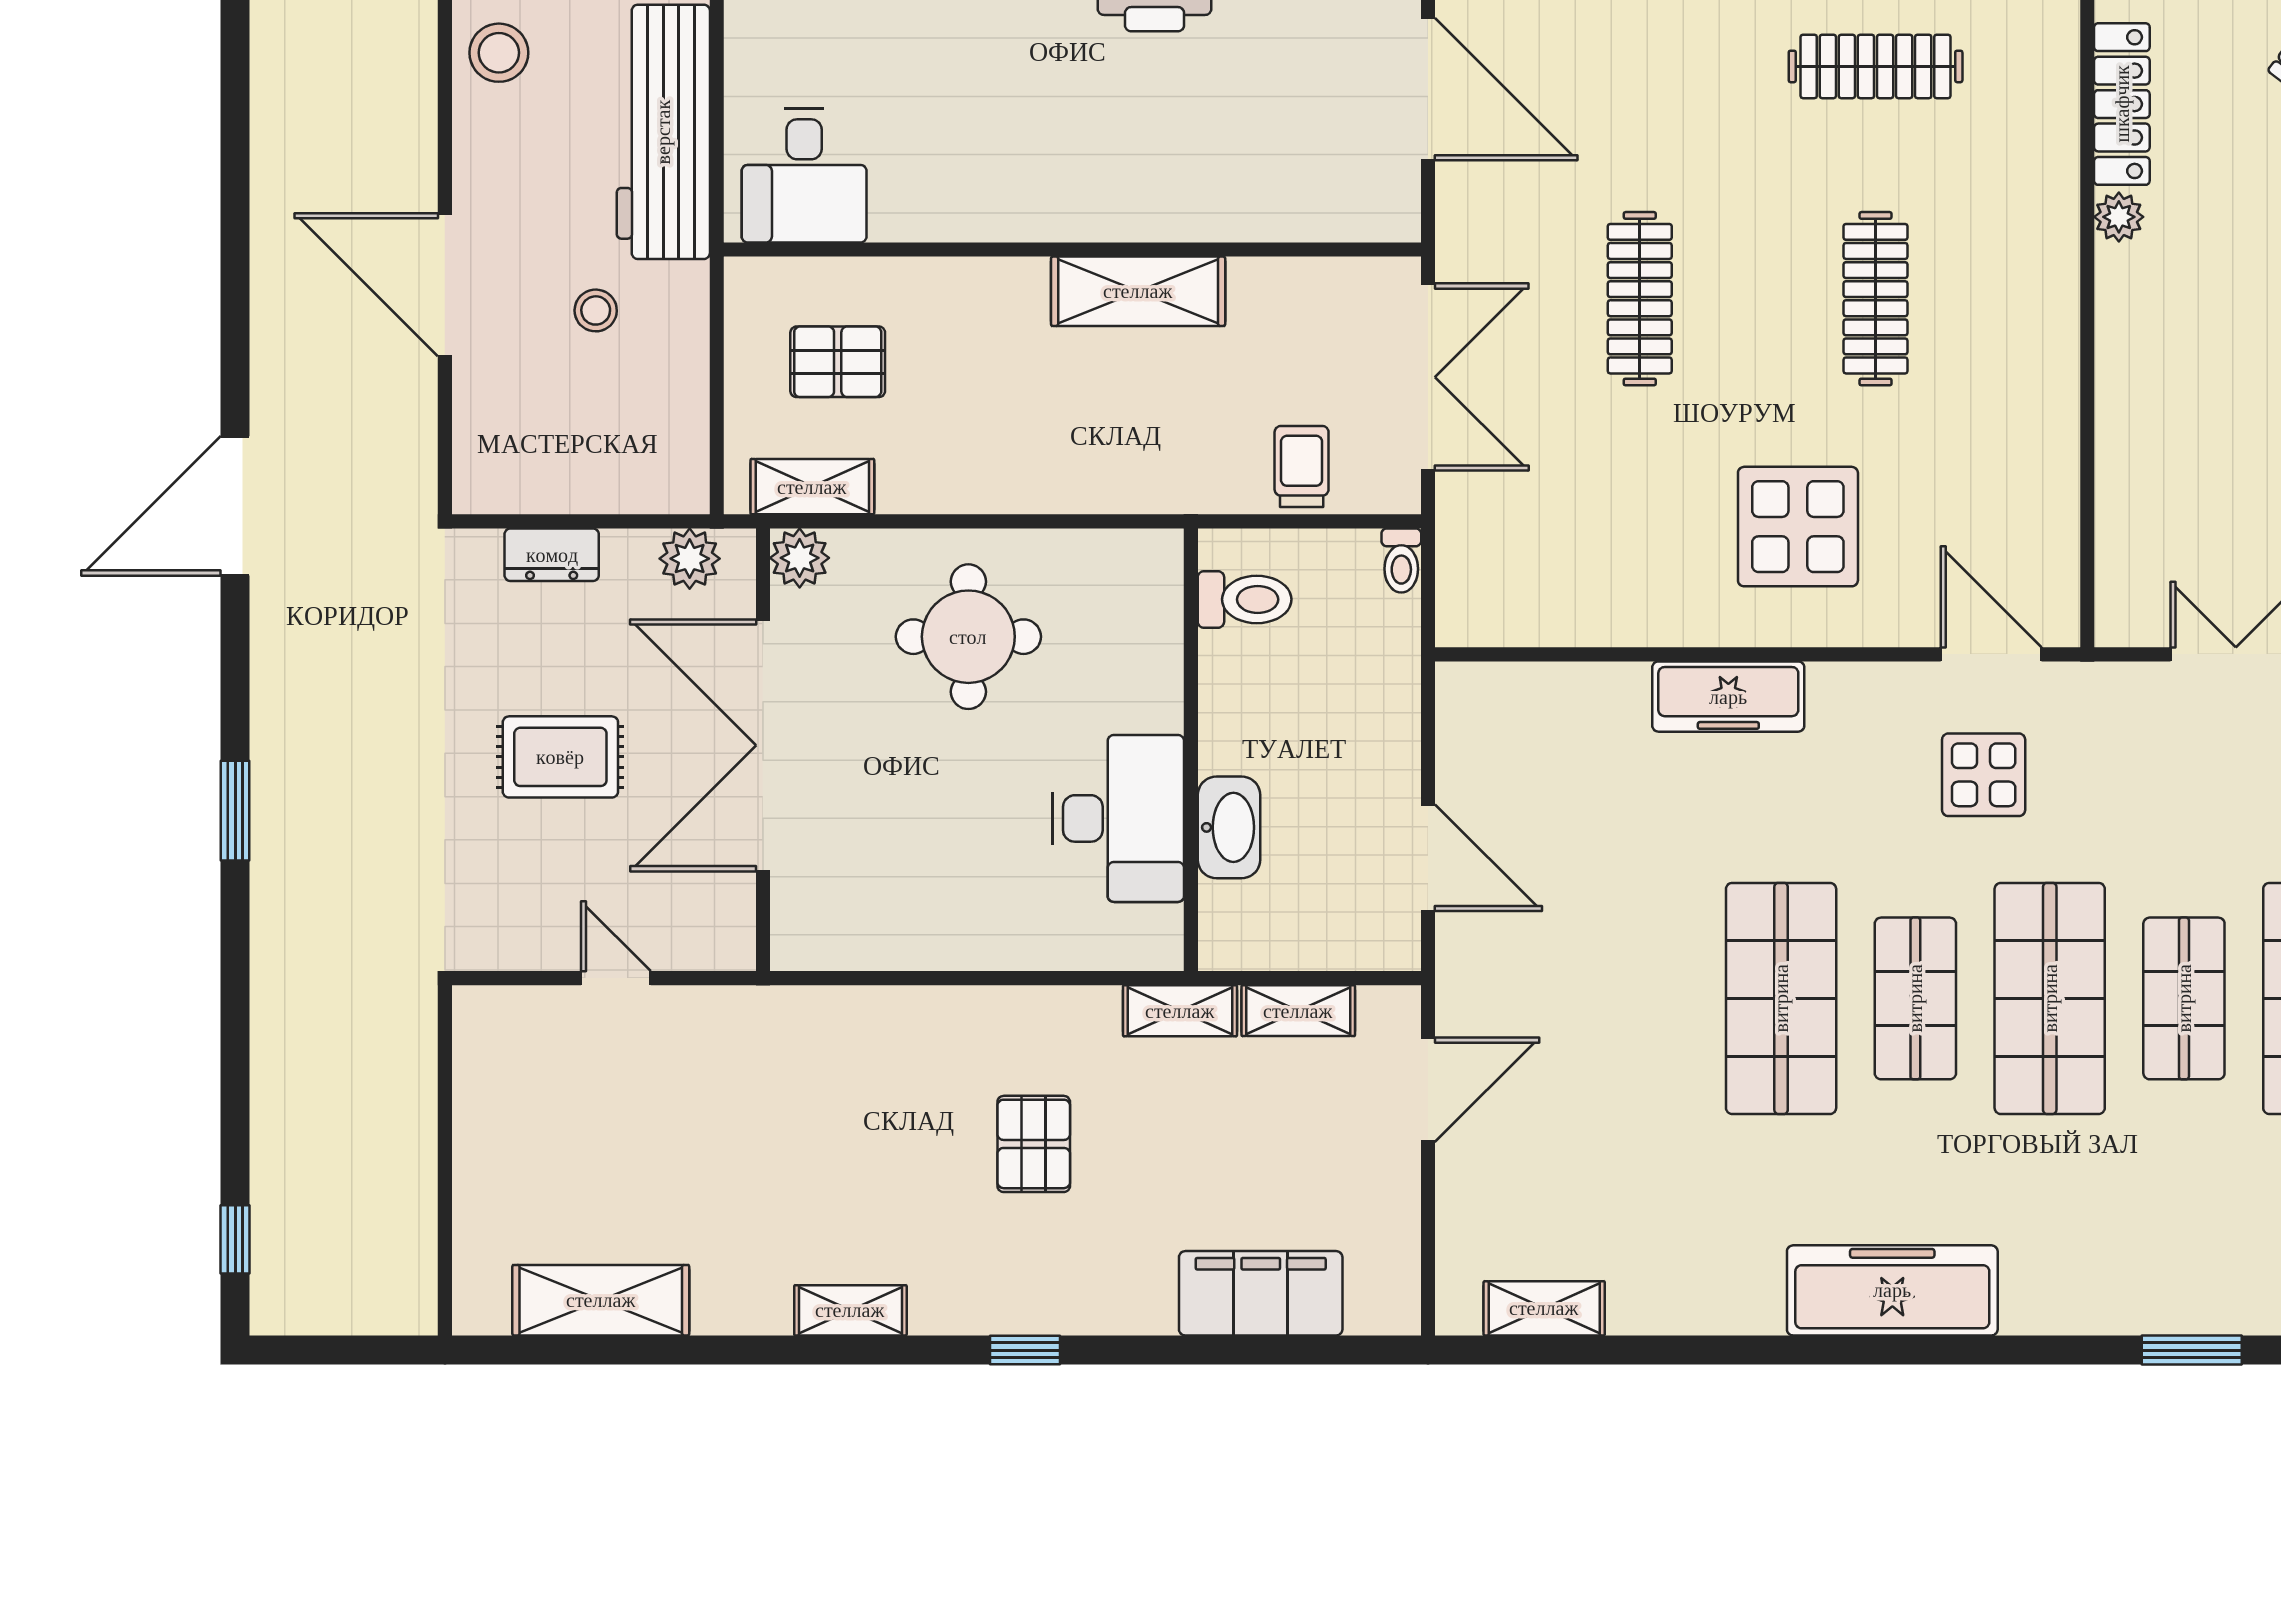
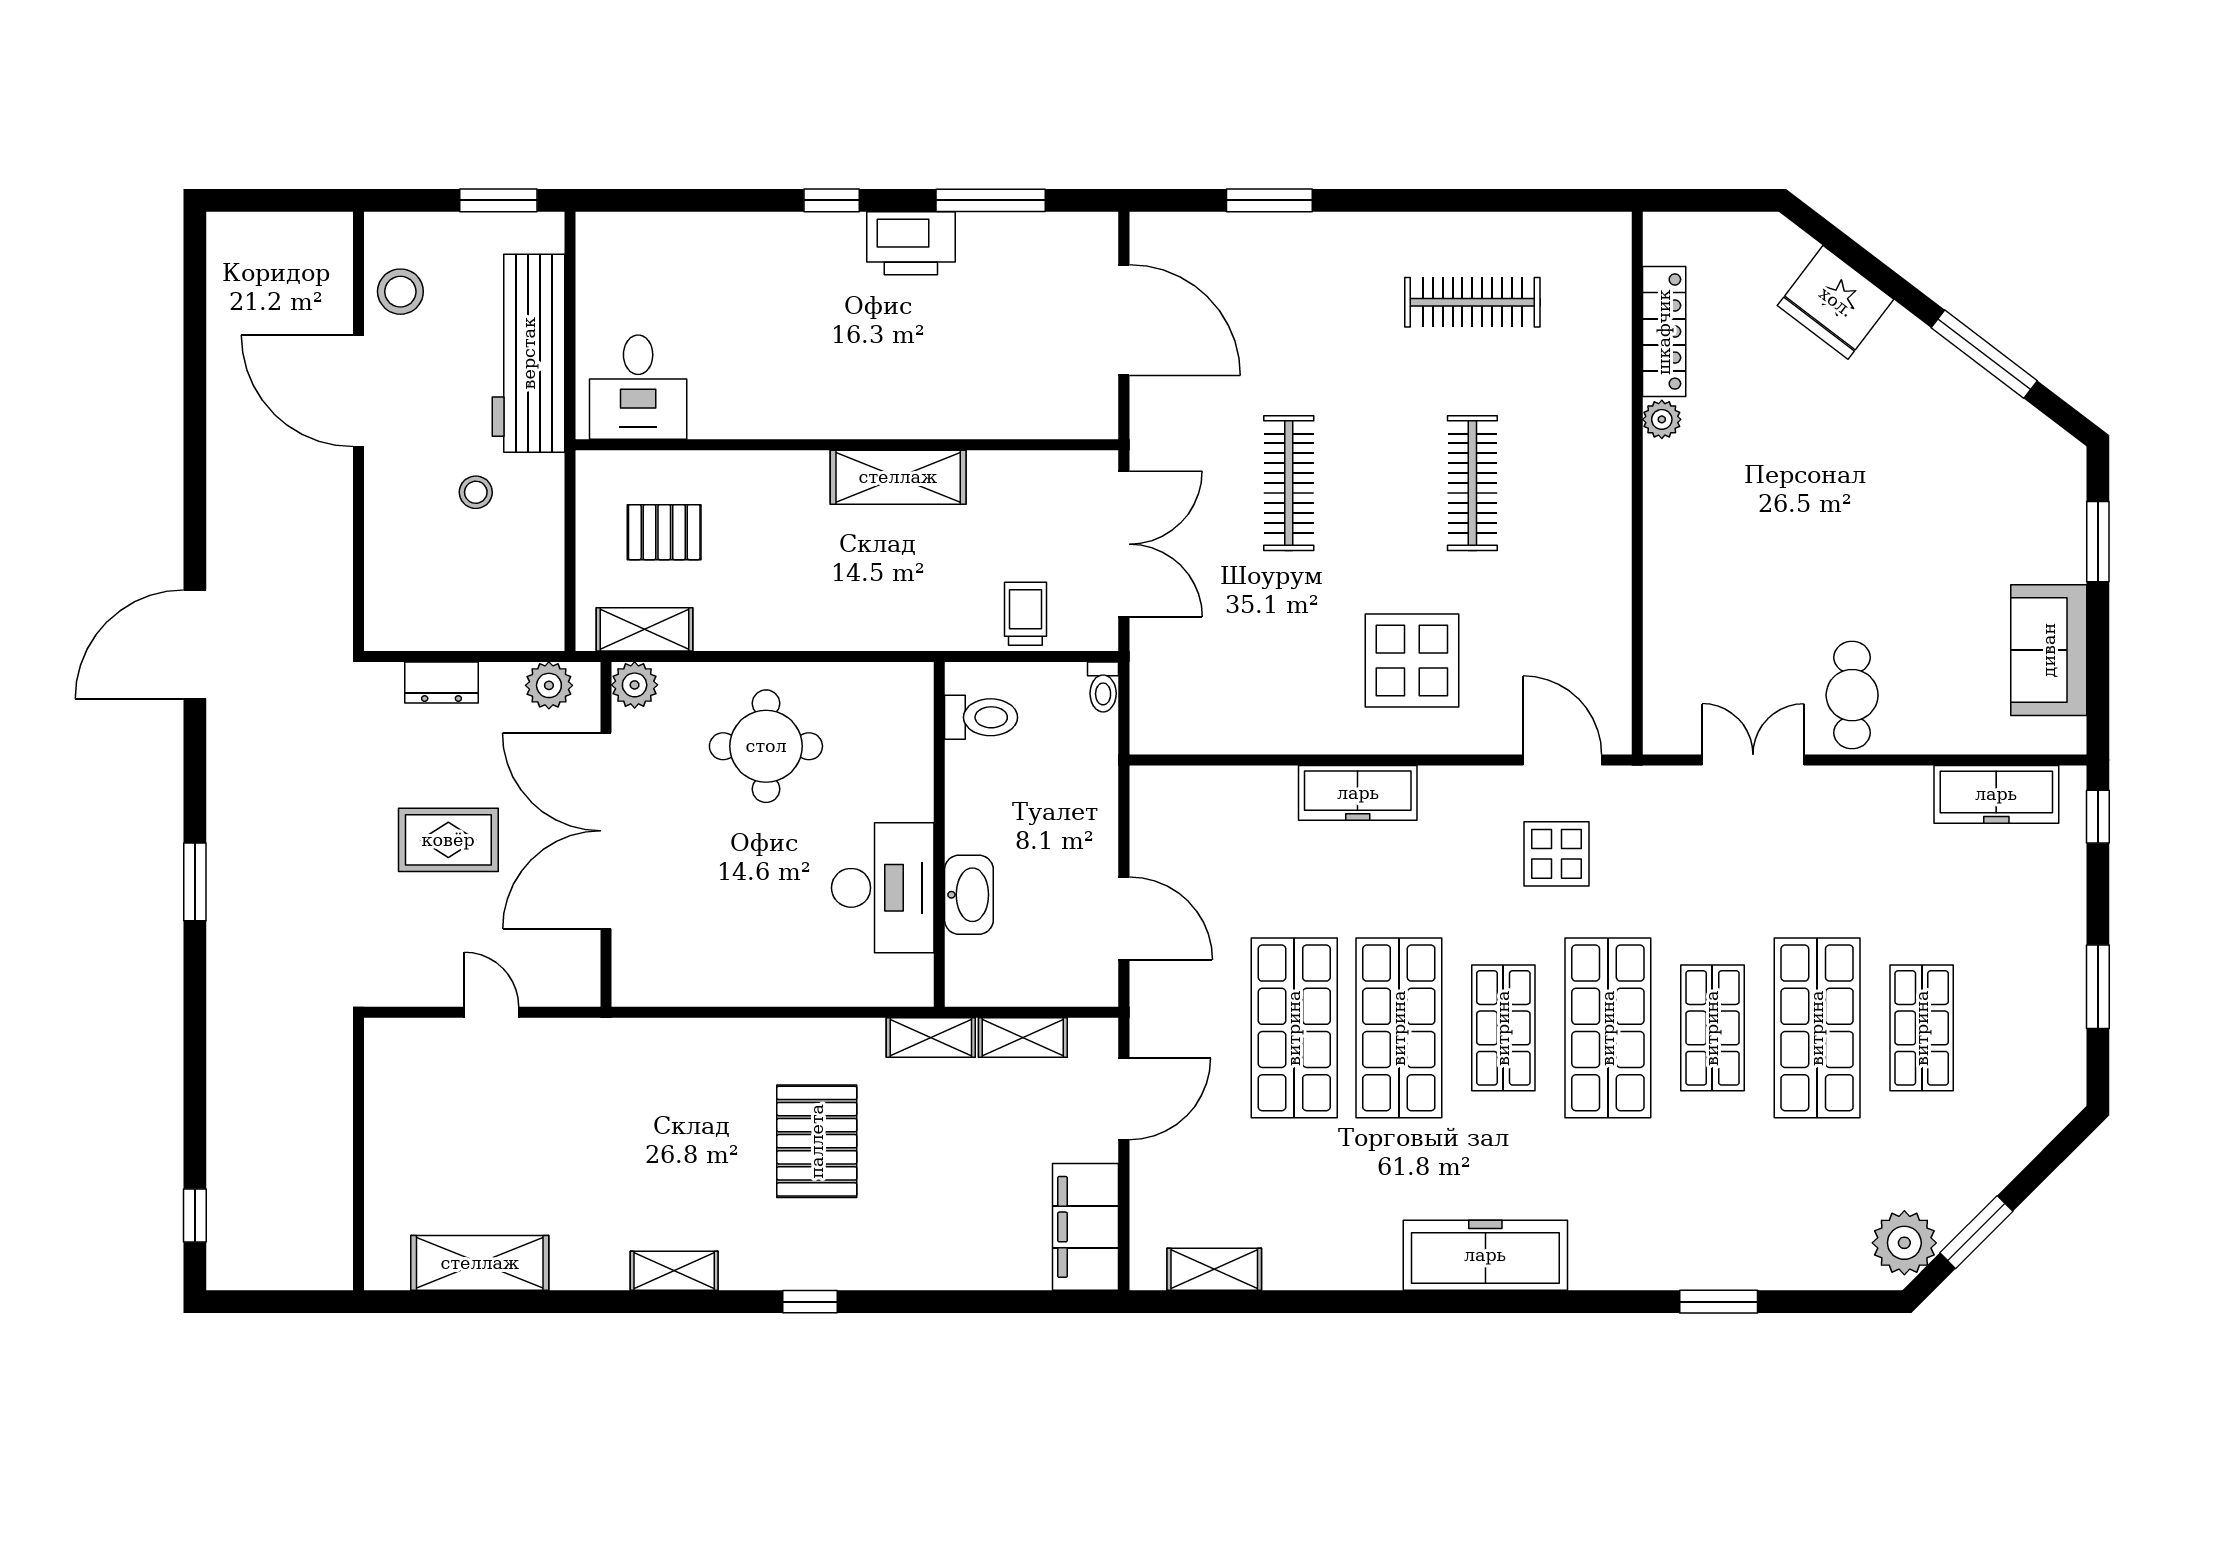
door: (445, 285) -> (358, 391), moved
shop shelf: (1647, 998) -> (1294, 1028), added
pallet: (1034, 1144) -> (817, 1141), width x1.50, depth x1.42
filing cabinet: (1261, 1293) -> (1086, 1227), moved, turned -90

